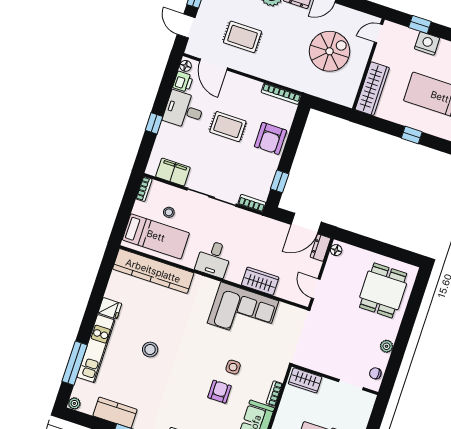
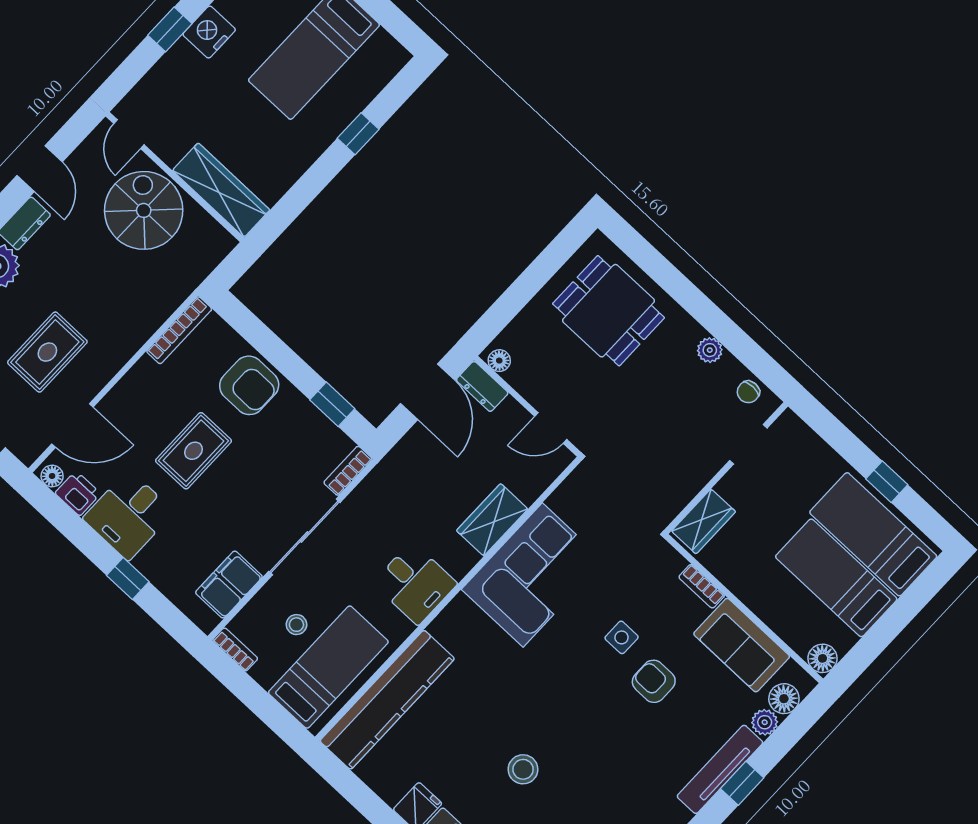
door: (379, 33) -> (129, 134), moved
wall: (368, 64) -> (175, 177), moved
wardrobe: (372, 89) -> (221, 190), moved

